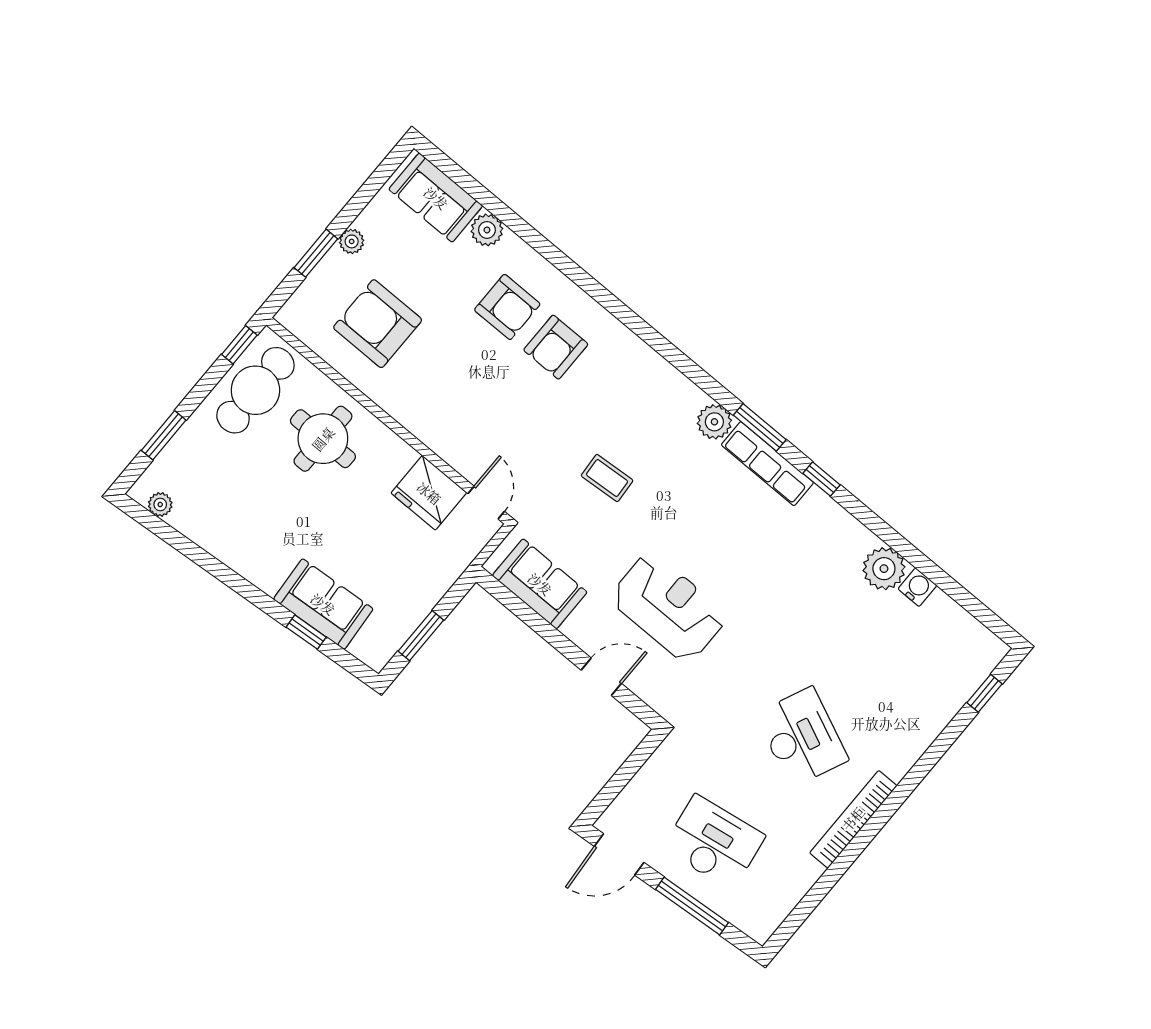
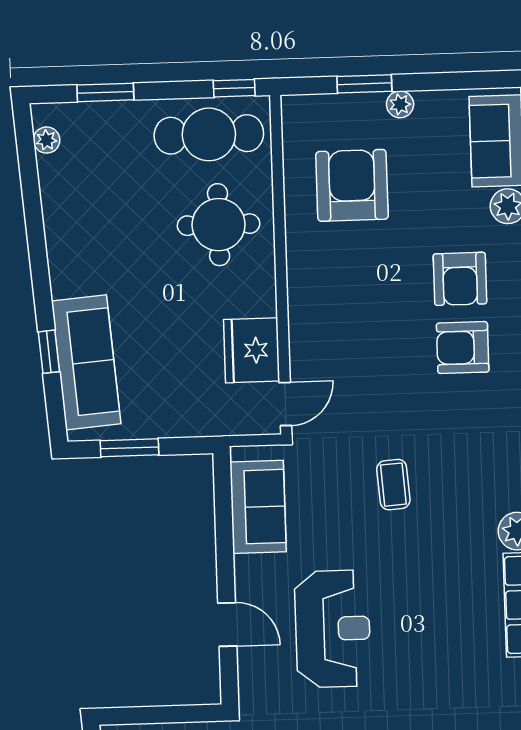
sofa: (323, 604) -> (86, 362), width x1.36

